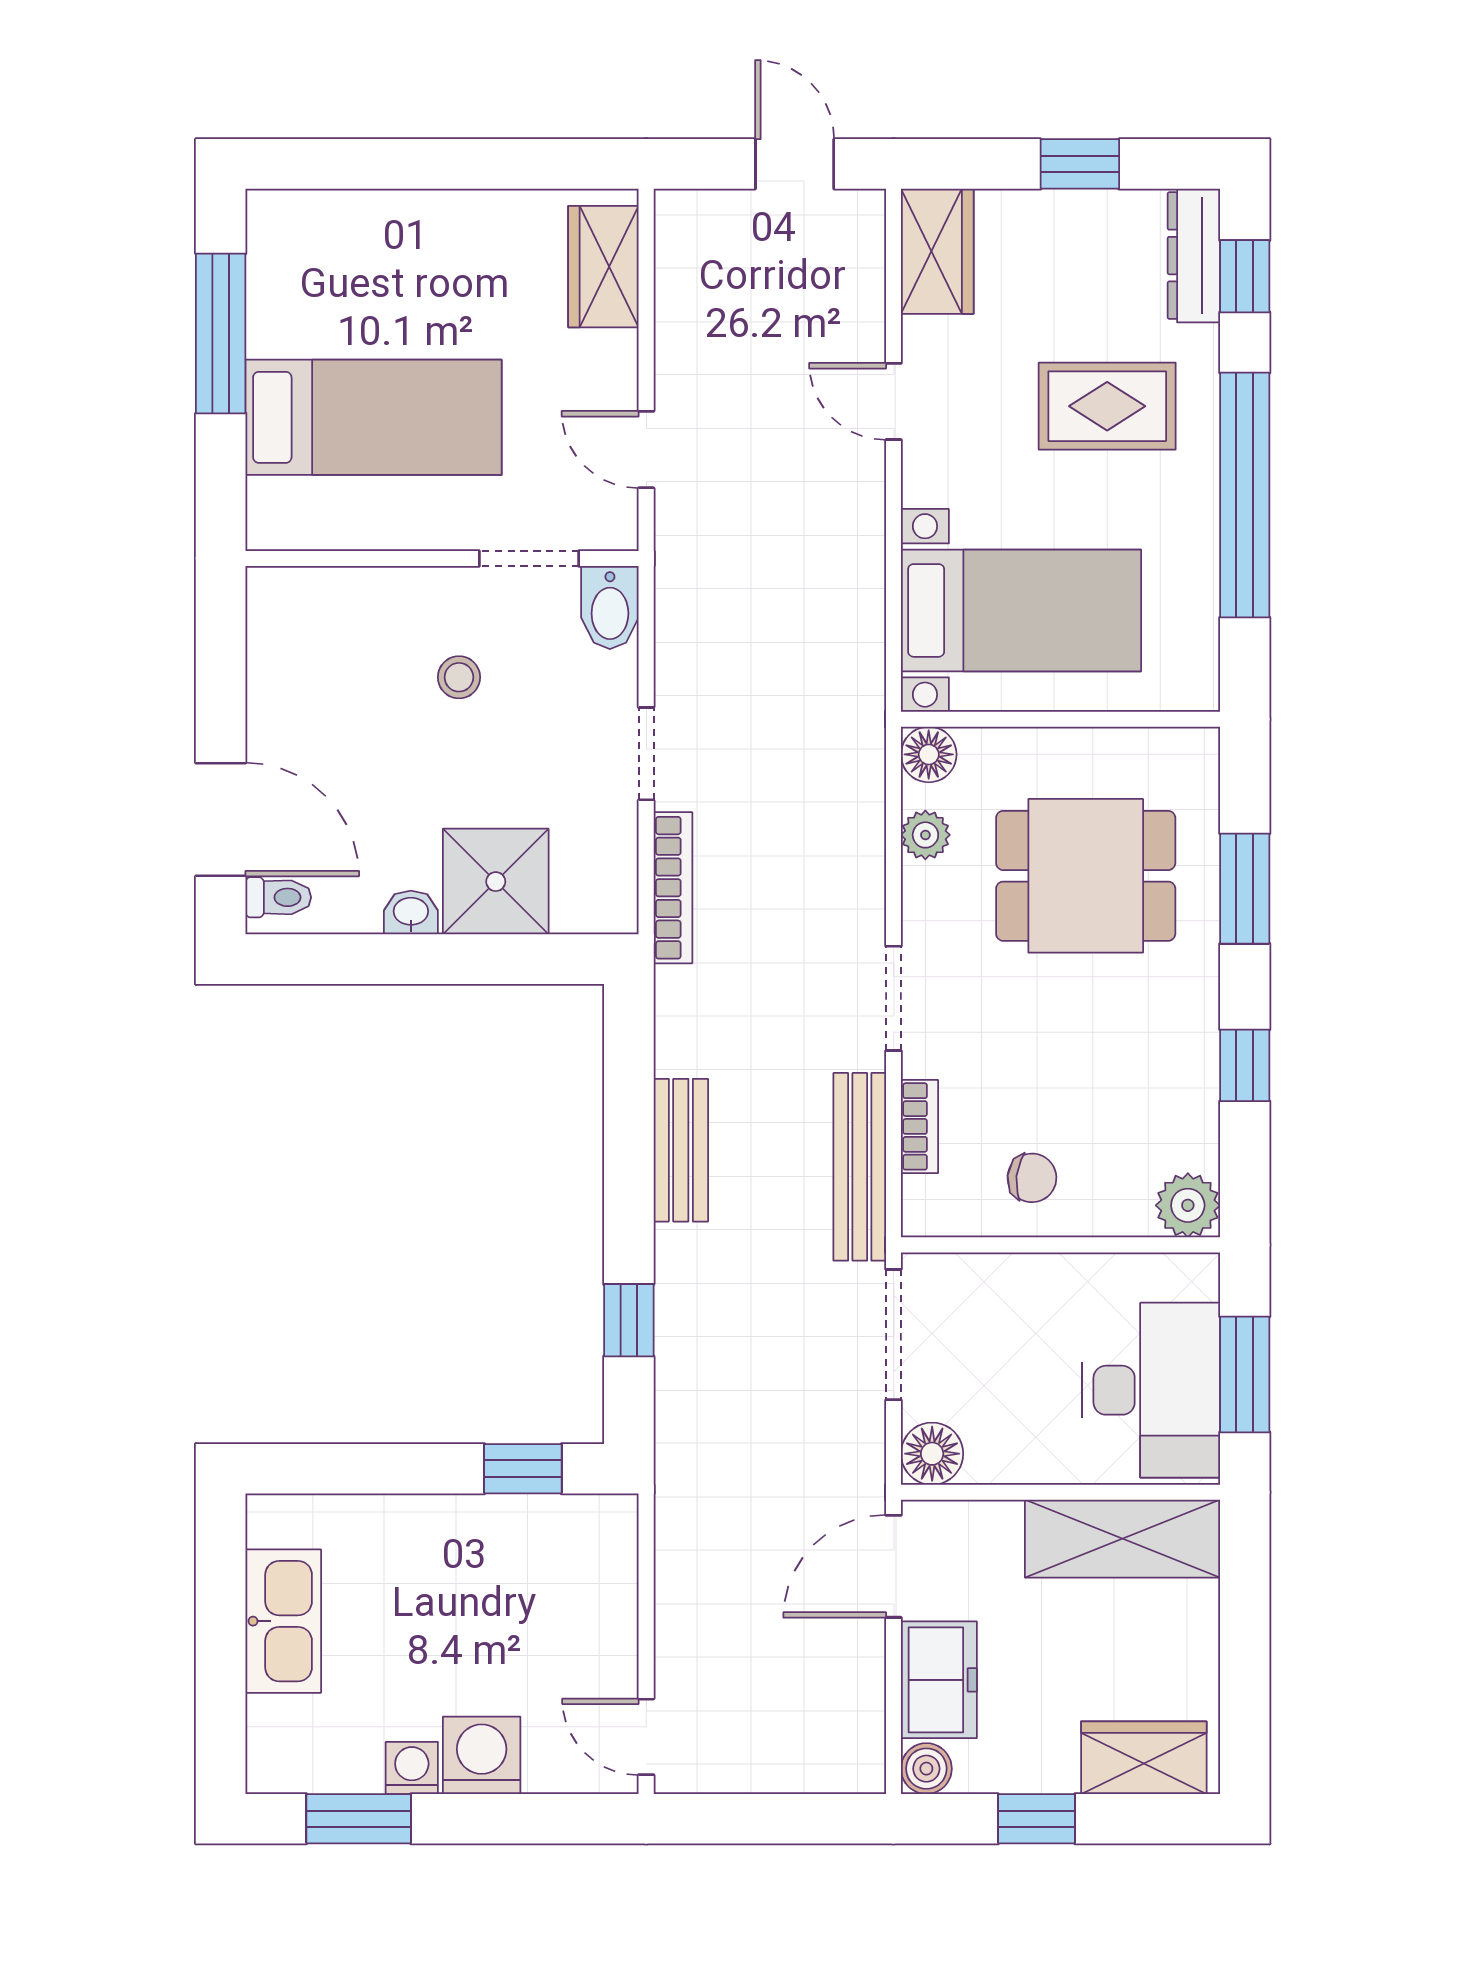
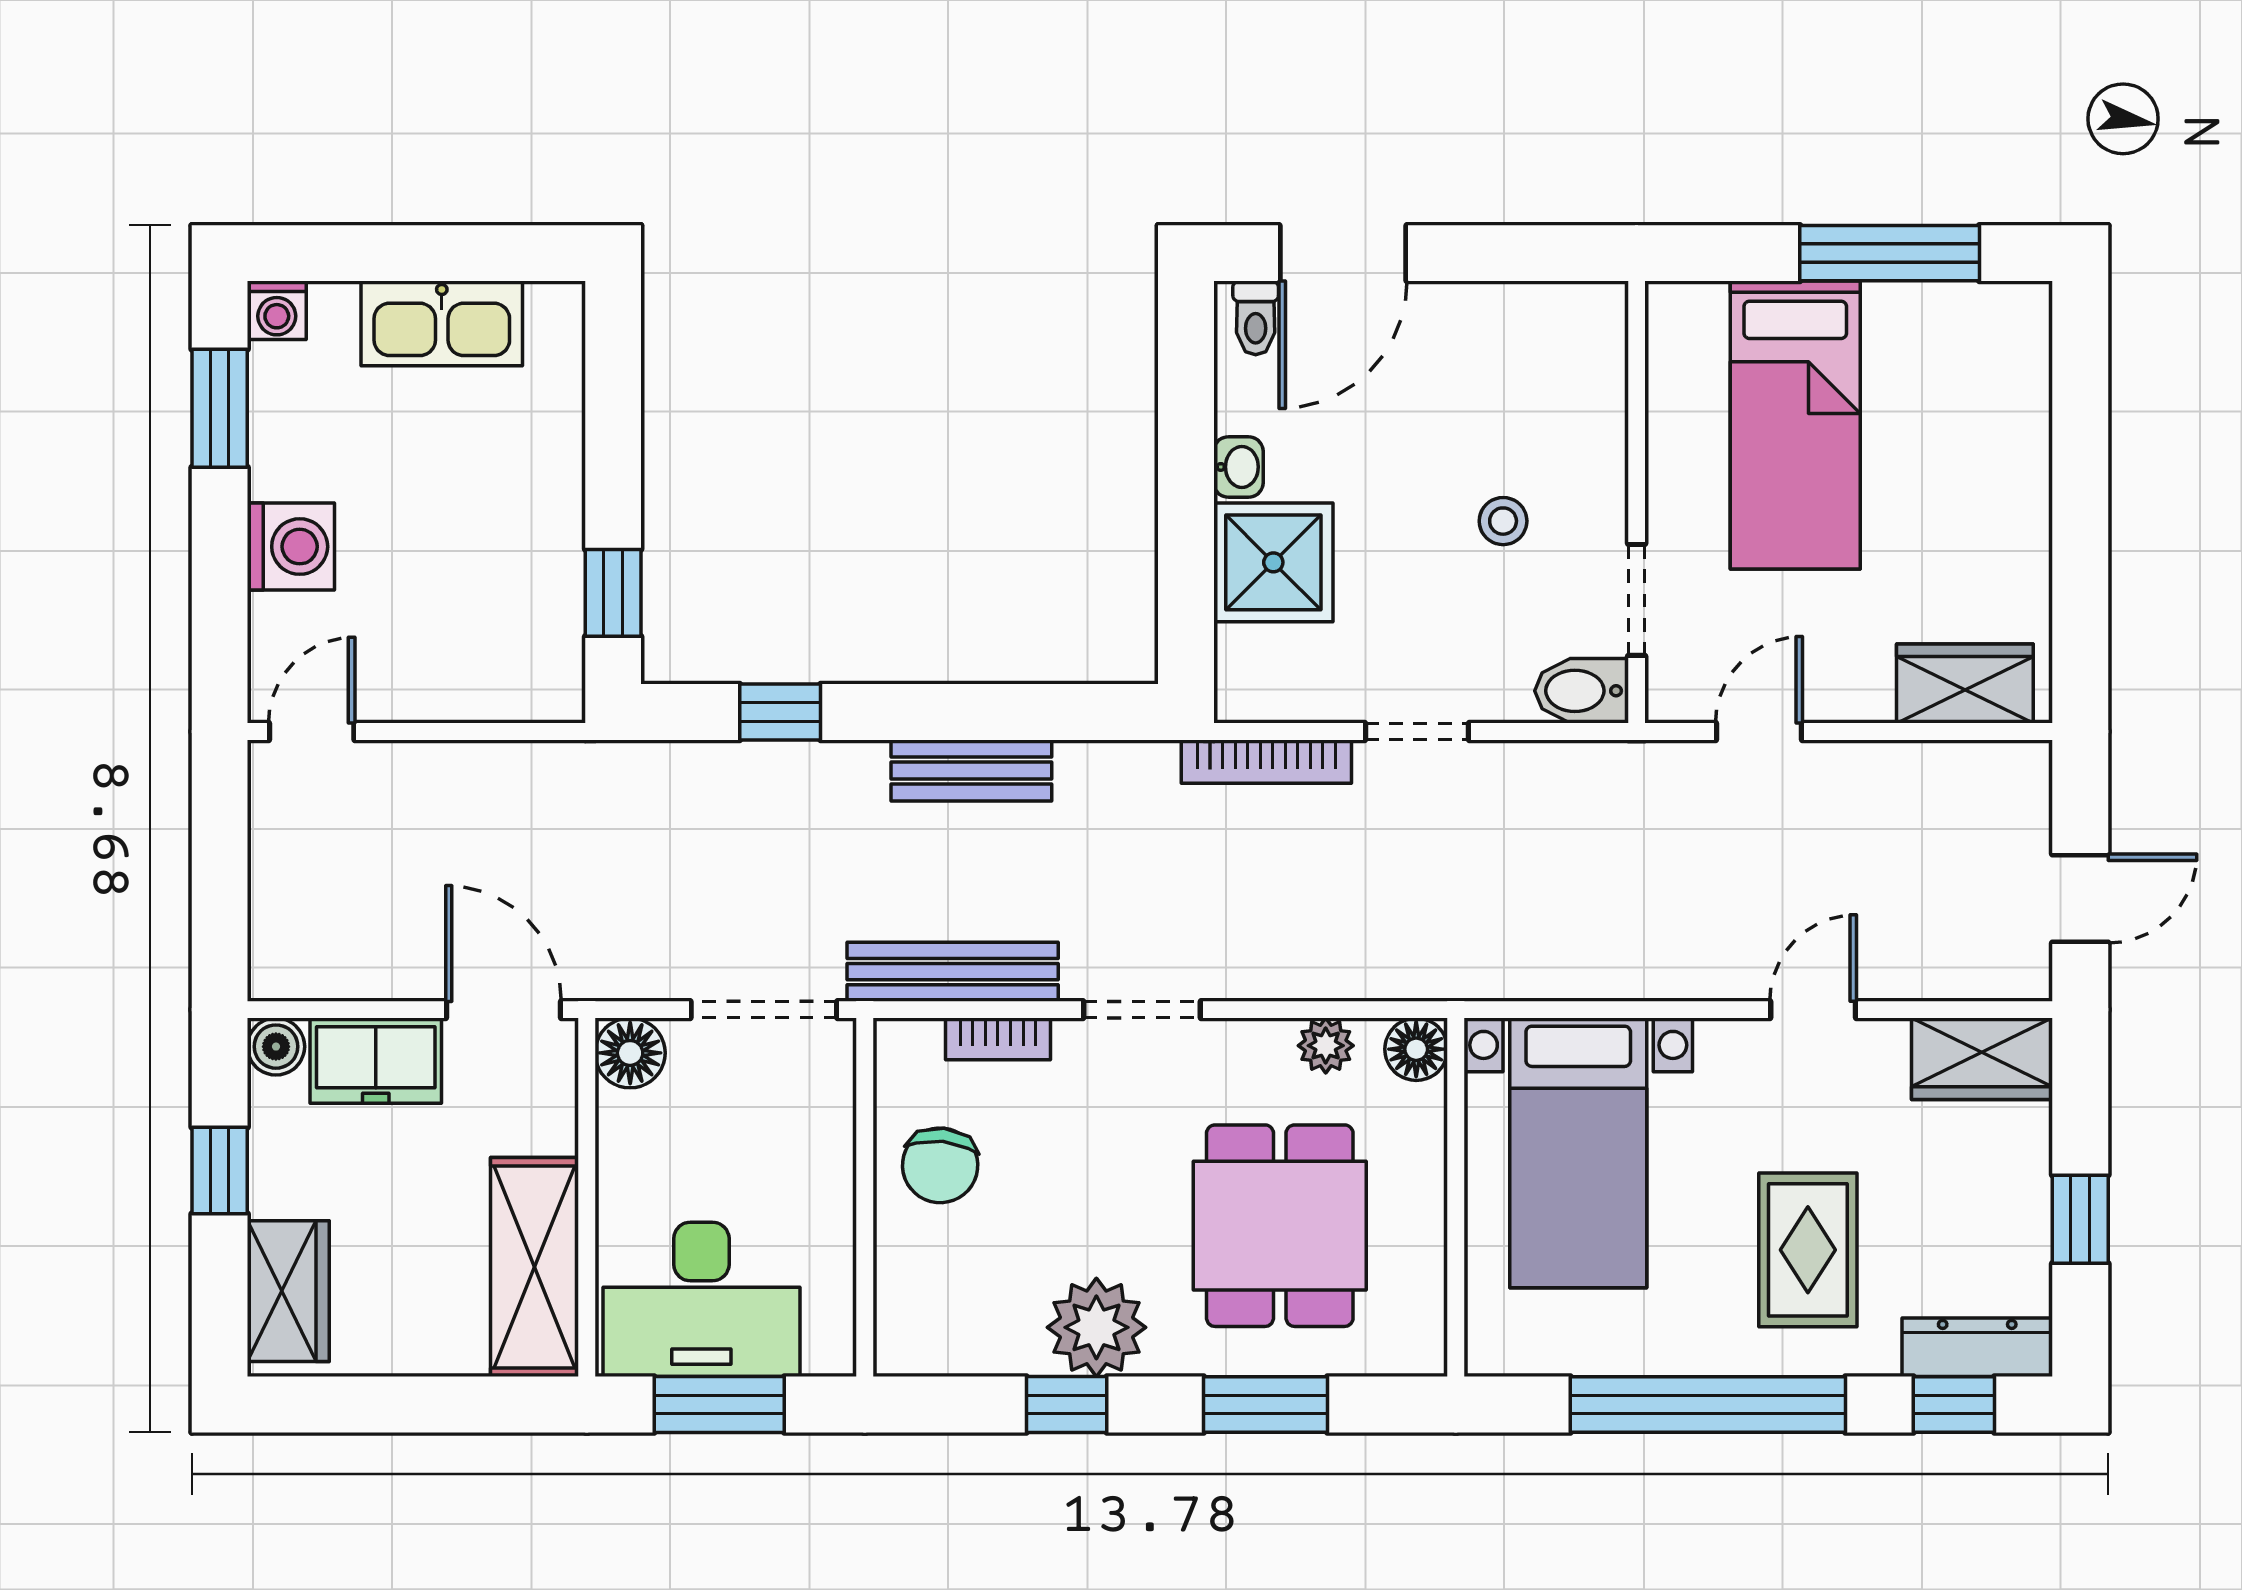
chair: (1032, 1178) -> (940, 1165), width x1.37, depth x1.37
plant: (1188, 1205) -> (1096, 1327), moved, width x1.36, depth x1.36
washing machine: (412, 1768) -> (277, 310), moved, turned 90

